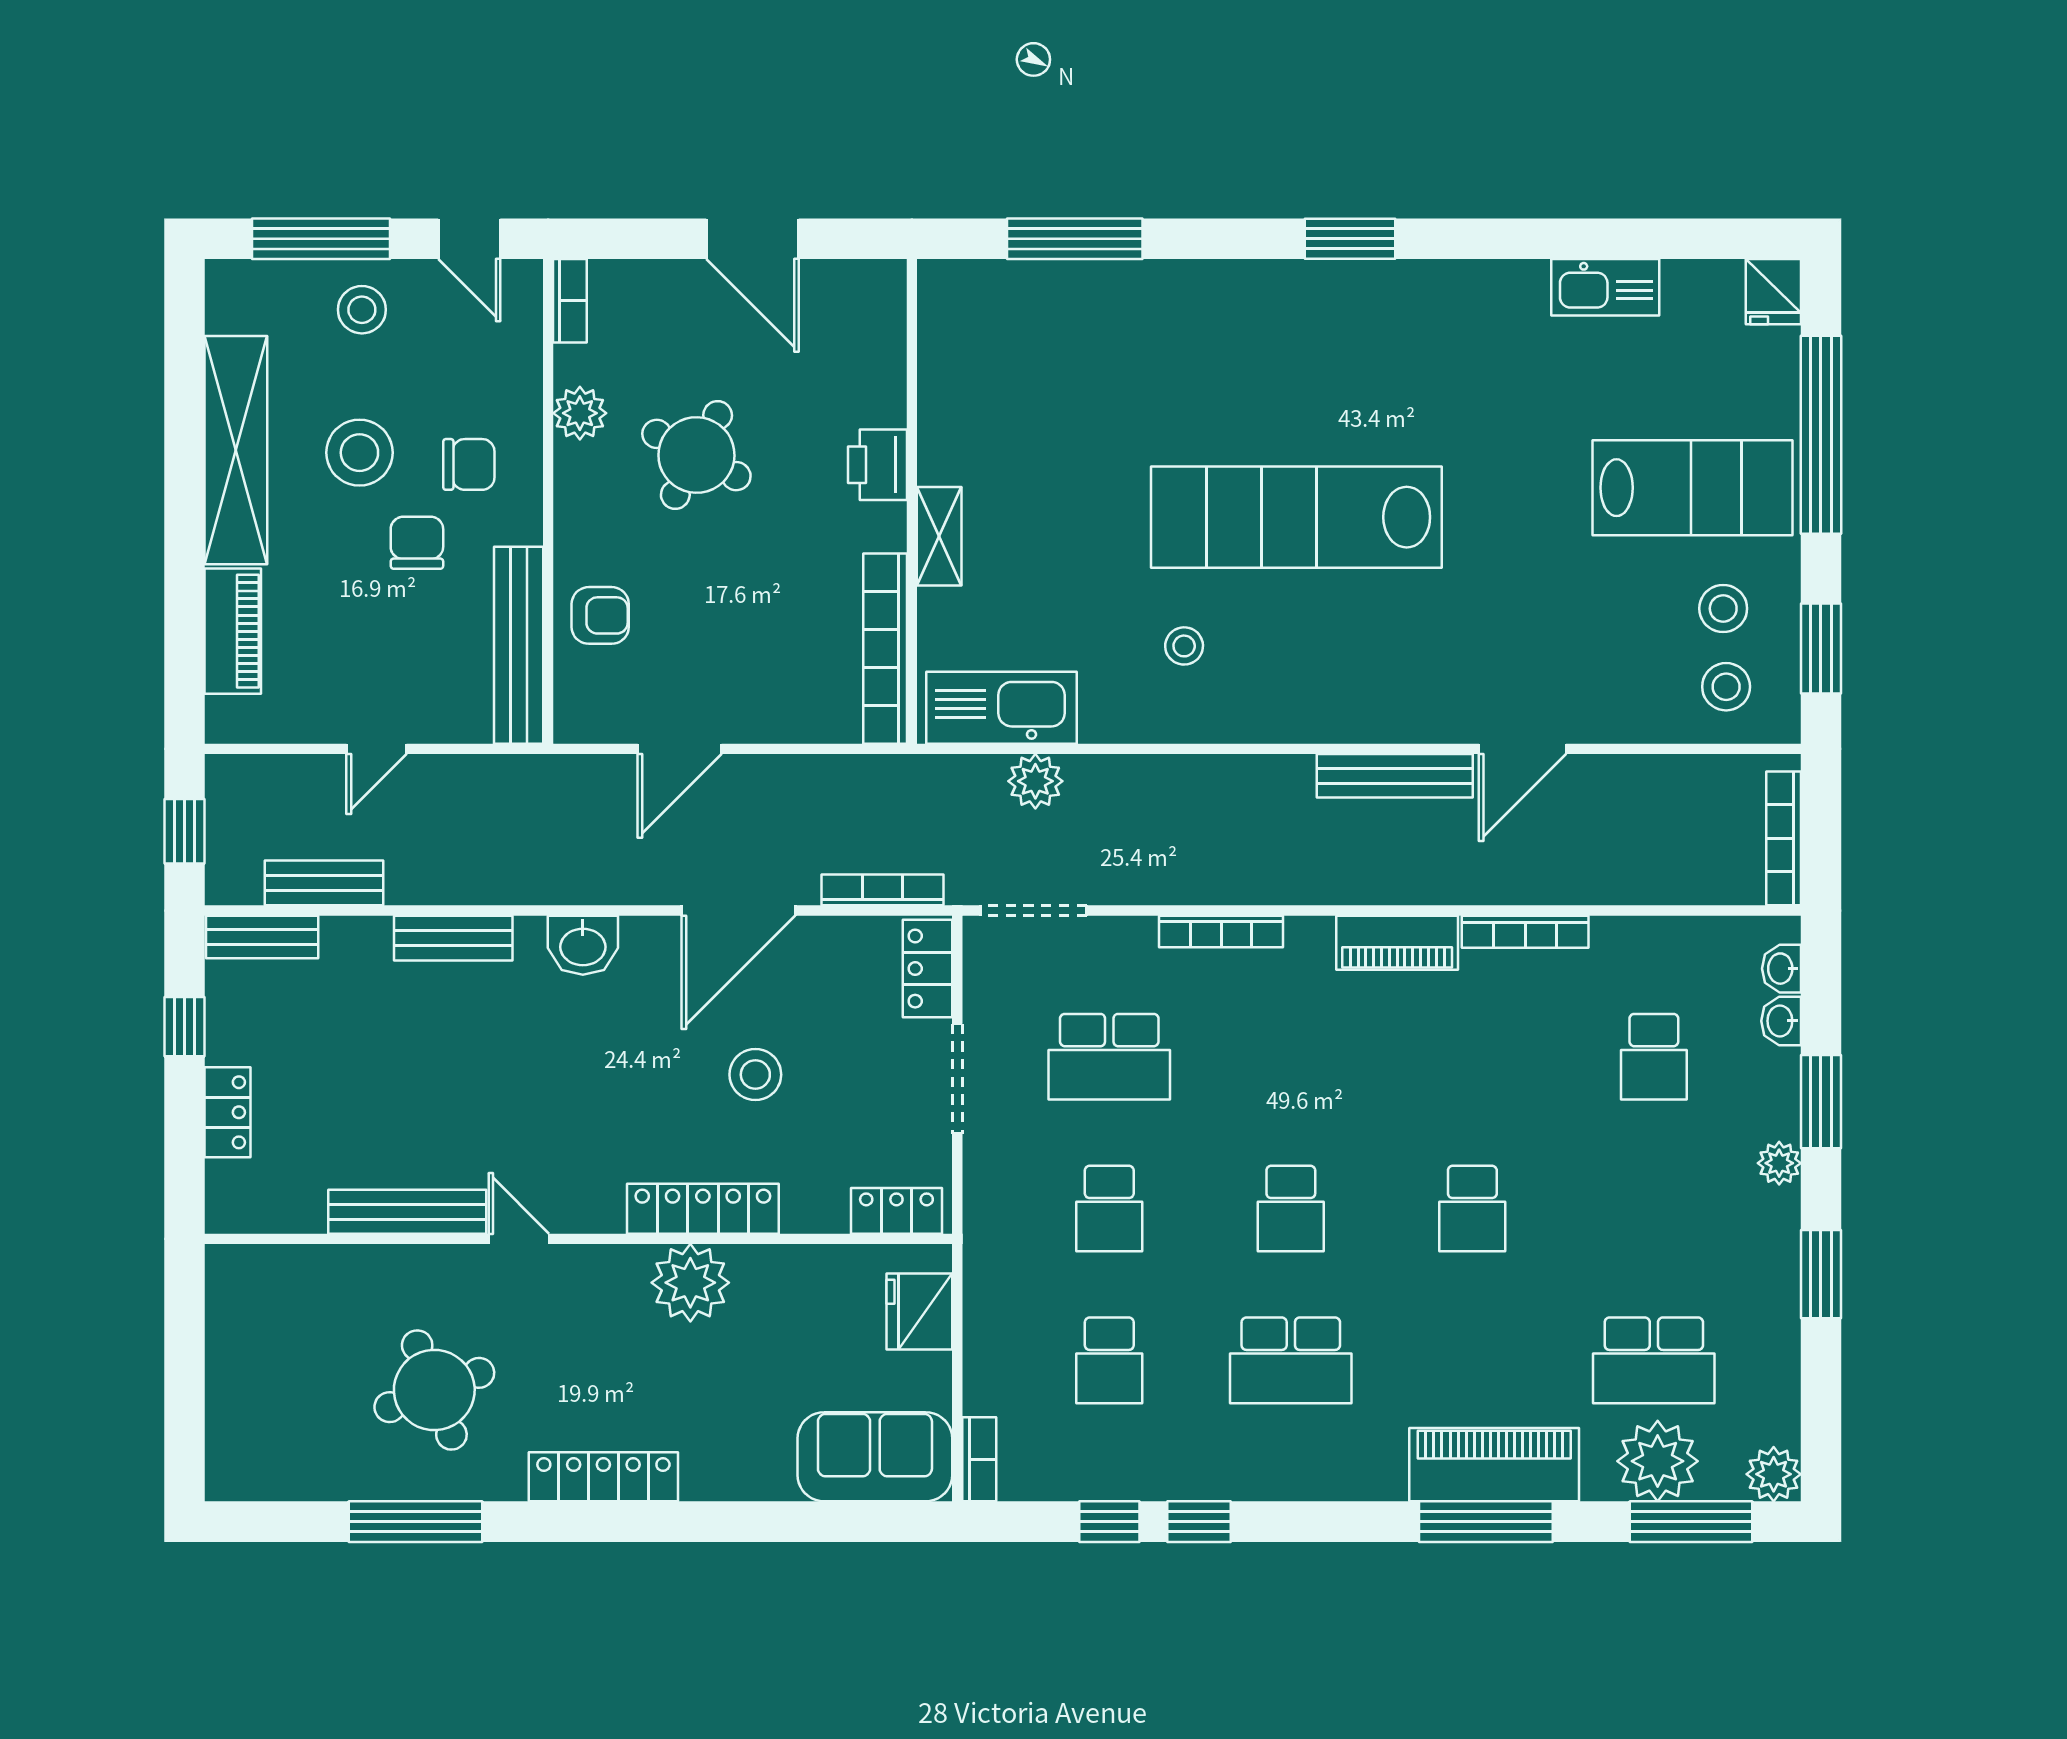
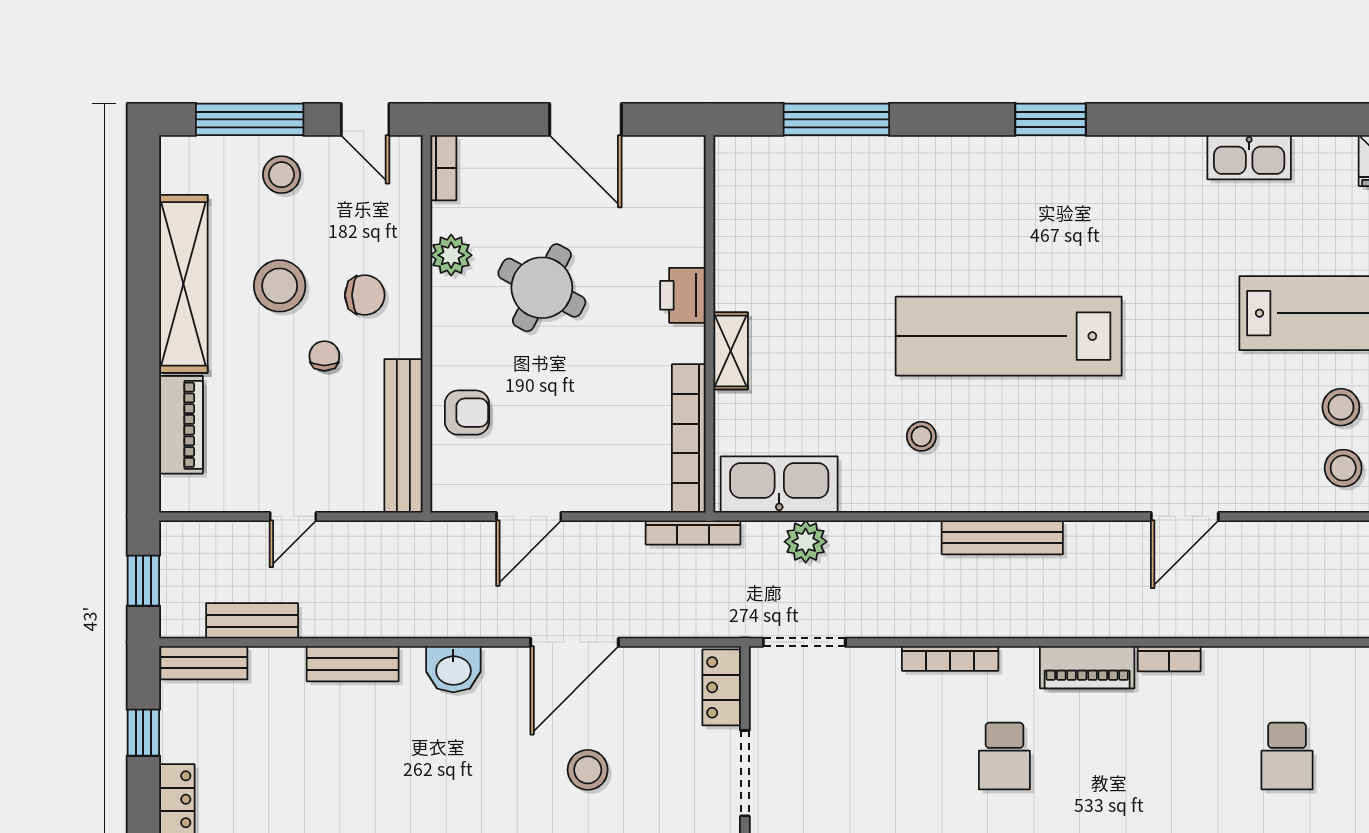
chair: (417, 543) -> (324, 356), width x0.73, depth x0.73
bench: (1395, 776) -> (1002, 537), moved
bookcase: (882, 890) -> (693, 532), moved, turned 180
bookcase: (1525, 932) -> (1169, 659), width x0.64
school desk: (1109, 1057) -> (1004, 756), moved, width x0.54

